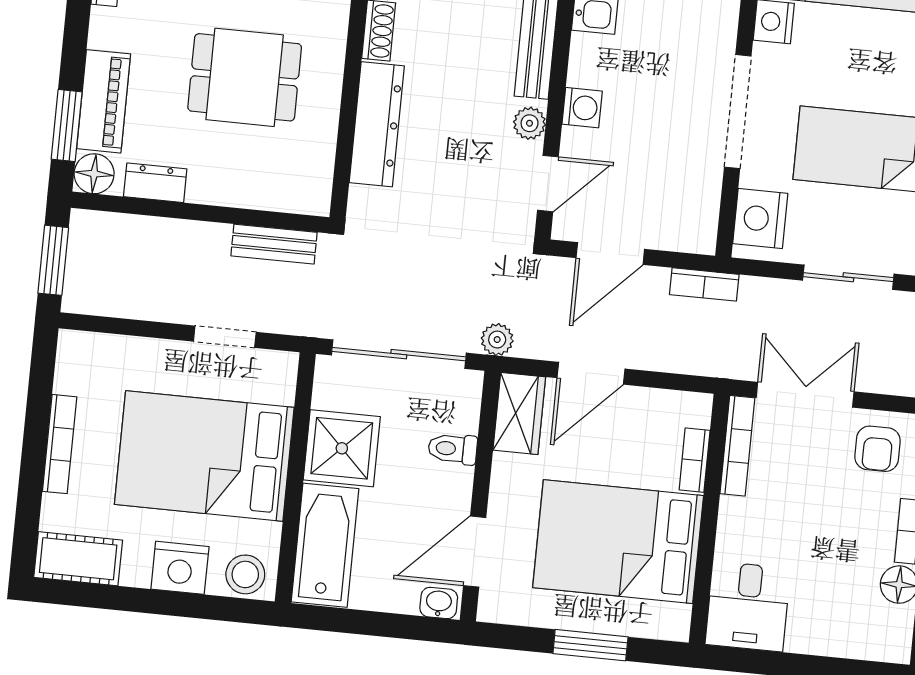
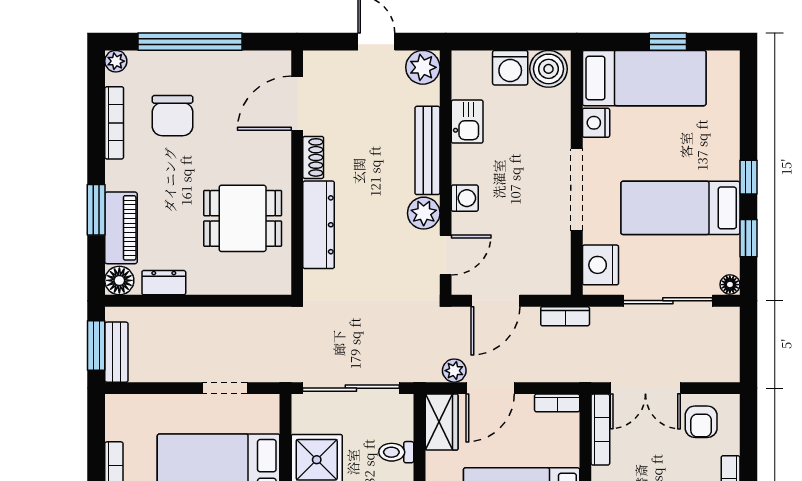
dining table: (245, 77) -> (243, 218), moved
plant: (530, 123) -> (424, 213), width x1.38, depth x1.38
window: (67, 125) -> (96, 210), moved
bench: (274, 244) -> (116, 352), moved, turned 90
sliding door: (848, 277) -> (668, 301), width x1.37
plant: (497, 340) -> (454, 371), moved
double door: (805, 395) -> (645, 388), swing flipped
bookcase: (695, 460) -> (557, 403), moved, turned -90

